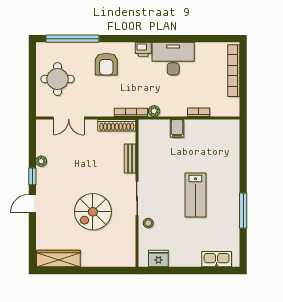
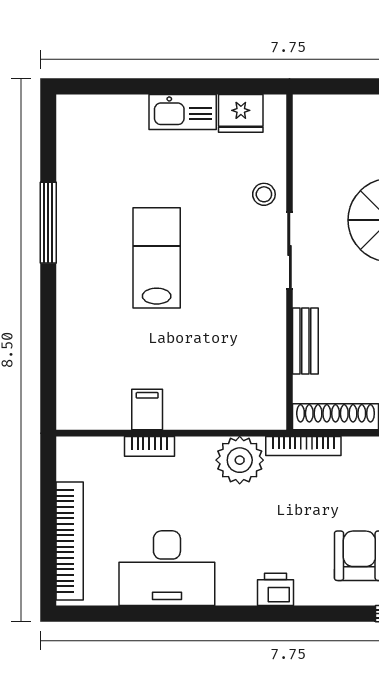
desk: (173, 59) -> (167, 568), moved
plant: (154, 111) -> (240, 460), width x1.88, depth x1.88
filing cabinet: (177, 128) -> (147, 410), moved
kitchen sink: (217, 259) -> (183, 112), moved

